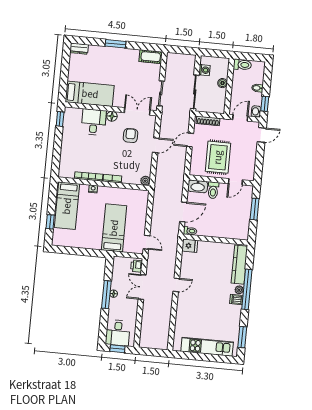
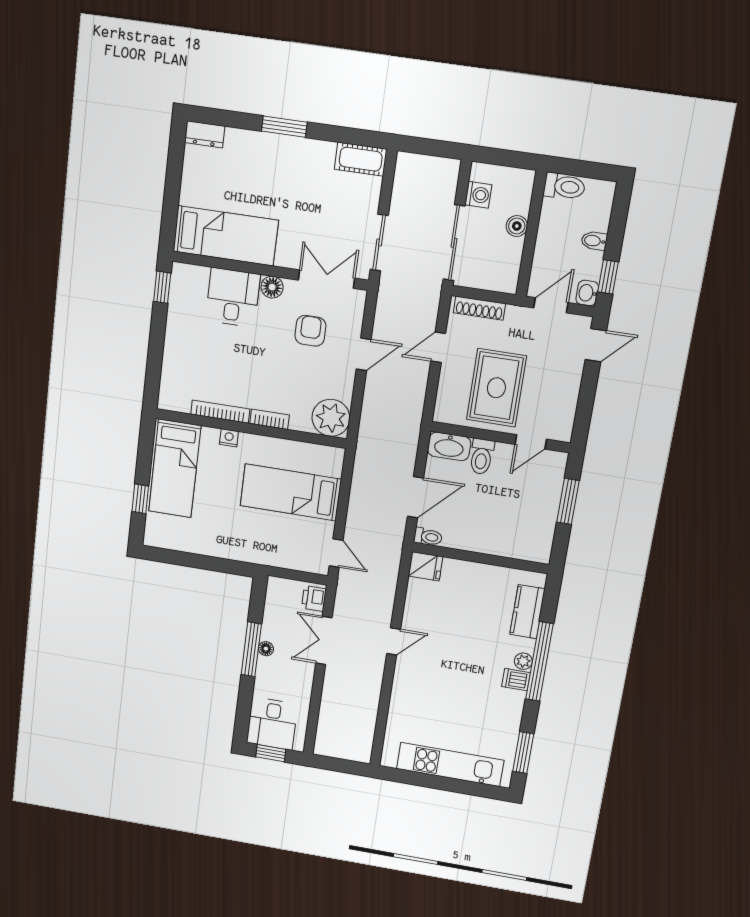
plant: (145, 181) -> (331, 418), width x1.88, depth x1.88
bed: (114, 228) -> (291, 492), moved, turned -90
kitchen counter: (239, 265) -> (527, 612), width x0.67

